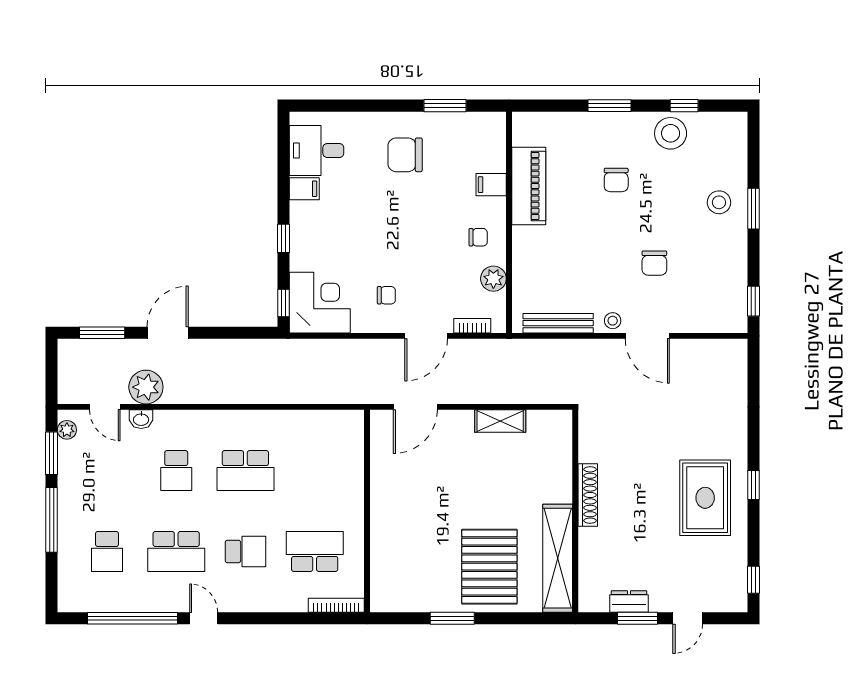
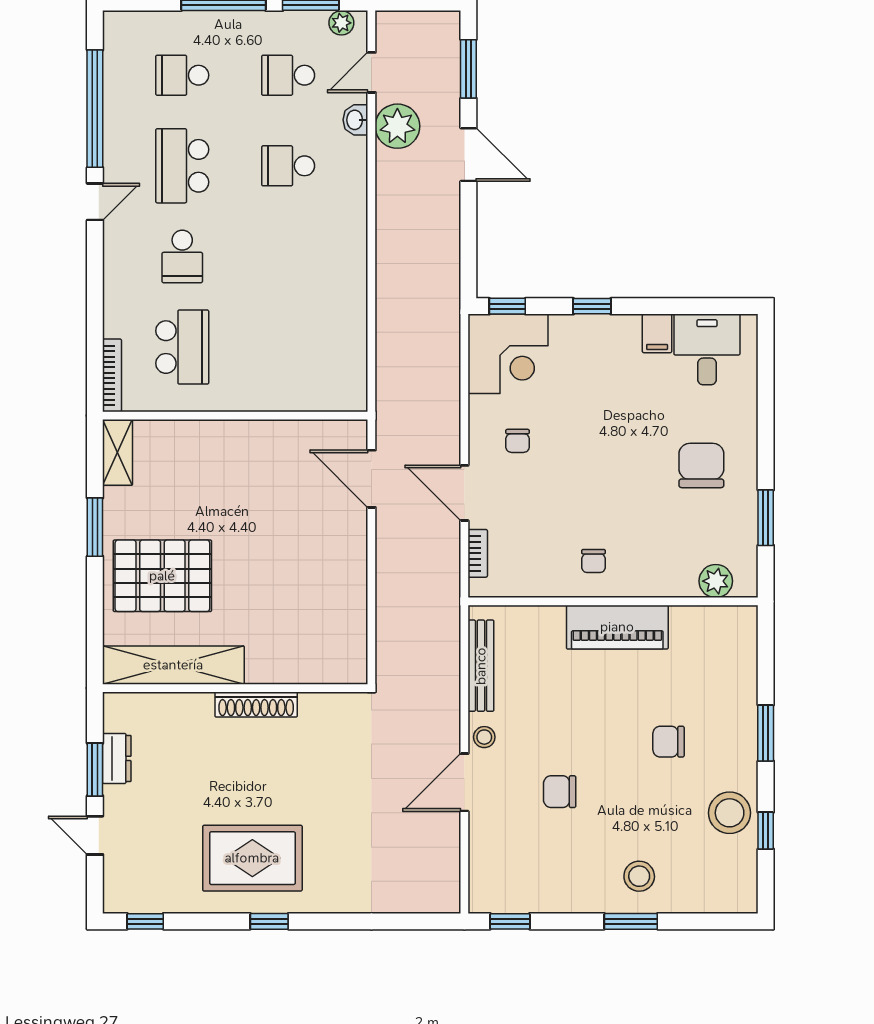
filing cabinet: (491, 185) -> (662, 578), removed
piano: (529, 186) -> (617, 627), moved
plant: (493, 279) -> (716, 581), moved
shelving: (500, 421) -> (118, 452), moved
school desk: (245, 471) -> (288, 75), moved, width x0.54

